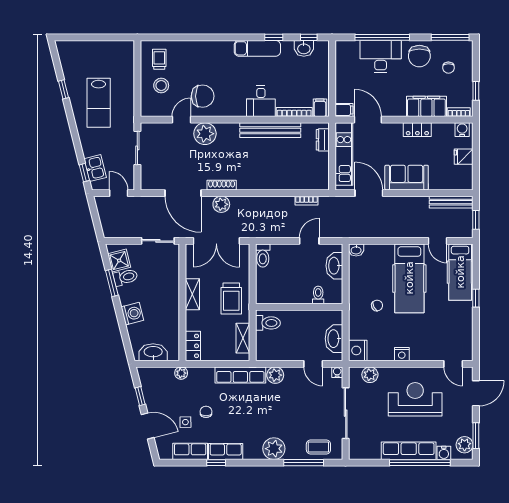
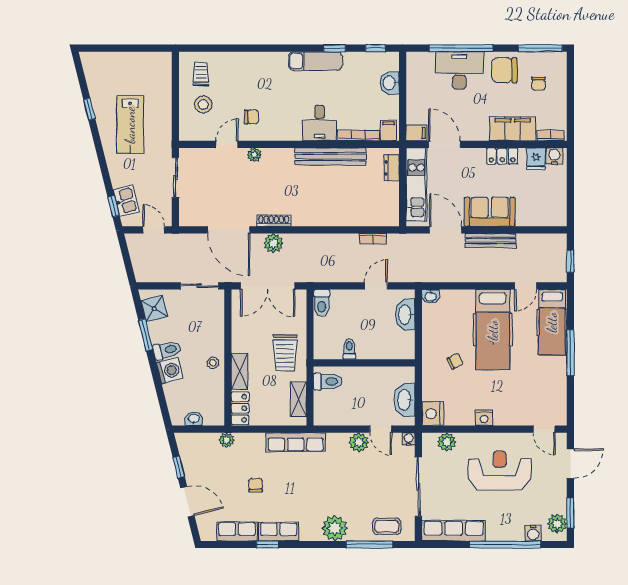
washbasin: (304, 48) -> (390, 83), moved, turned 90
chair: (419, 56) -> (504, 70), turned 90
window: (476, 91) -> (570, 111), removed
chair: (203, 96) -> (252, 117), width x0.54, depth x0.54
plant: (205, 134) -> (254, 155), width x0.53, depth x0.53
fridge: (464, 157) -> (536, 159), moved, turned -90
bench: (451, 202) -> (491, 241), moved
door: (437, 241) -> (526, 286), hinge flipped
toilet: (125, 277) -> (167, 350), moved
shelving: (192, 294) -> (240, 371), moved
toilet: (318, 295) -> (349, 349), moved
window: (476, 298) -> (570, 353), width x2.17
stool: (170, 307) -> (213, 363), added
washbasin: (153, 352) -> (194, 419), width x0.52, depth x0.69
plant: (275, 375) -> (359, 442), moved
side table: (185, 422) -> (232, 497), removed
row of seats: (409, 451) -> (454, 531), moved

